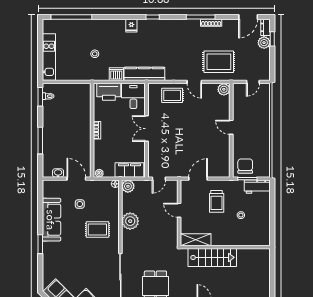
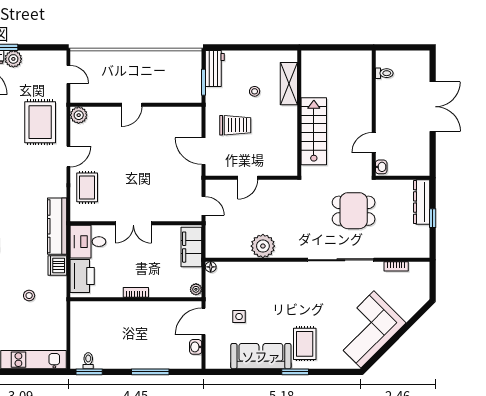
chair: (245, 166) -> (186, 85), removed
plant: (128, 186) -> (214, 249), removed
rug: (97, 229) -> (305, 344), moved
shelving: (196, 240) -> (289, 84), moved

